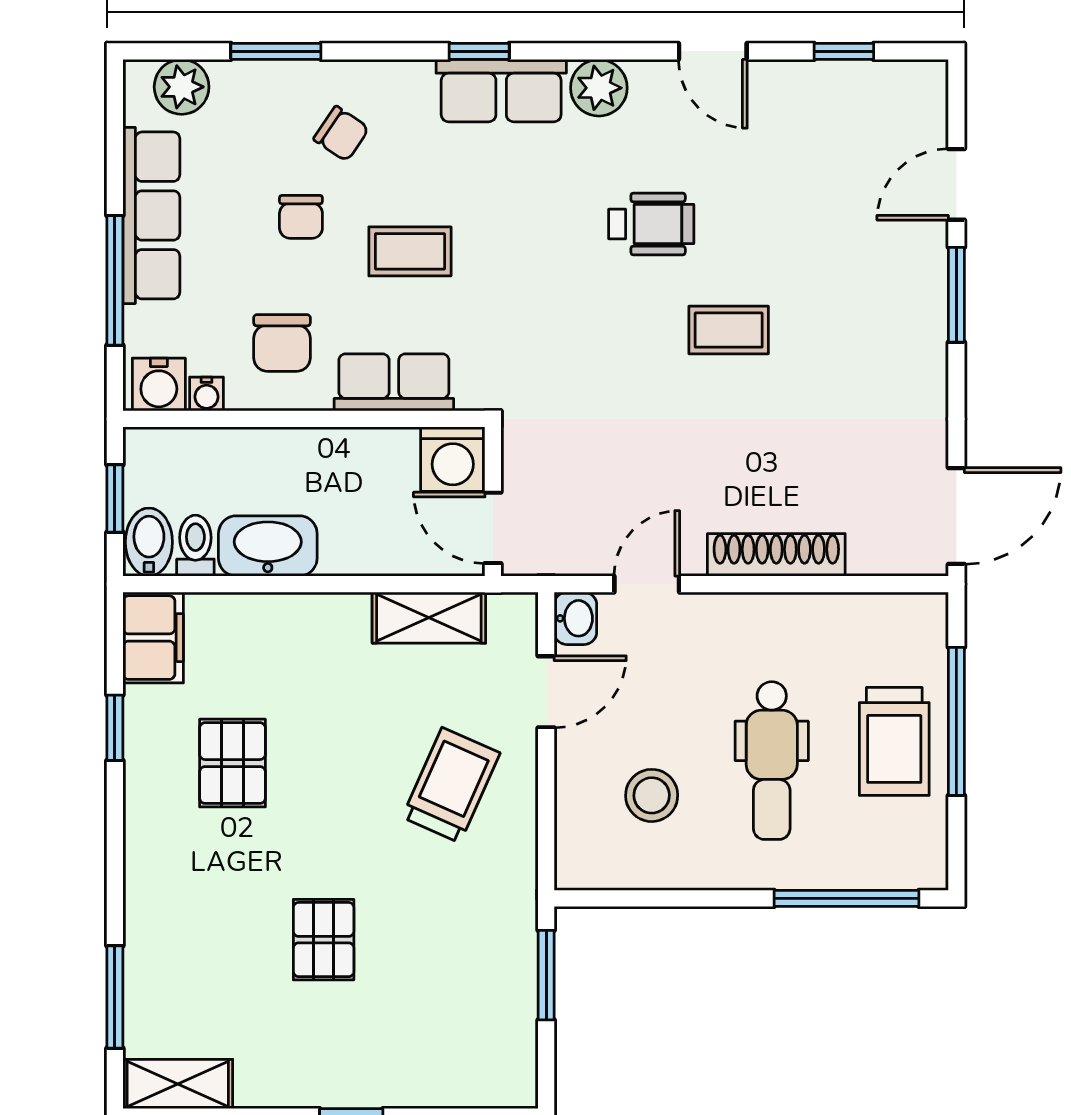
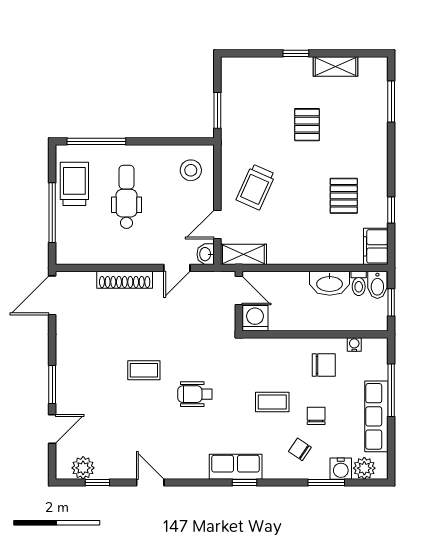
plant: (599, 88) -> (83, 468), moved
wheelchair: (651, 224) -> (195, 394), moved
chair: (282, 343) -> (324, 365), turned 90
row of seats: (394, 382) -> (279, 349), removed
water cooler: (159, 385) -> (341, 469), moved, turned 180
shelving: (429, 618) -> (243, 254), moved
trolley: (894, 741) -> (74, 184), moved
stool: (652, 795) -> (191, 170), moved
shelving: (178, 1084) -> (335, 66), moved

